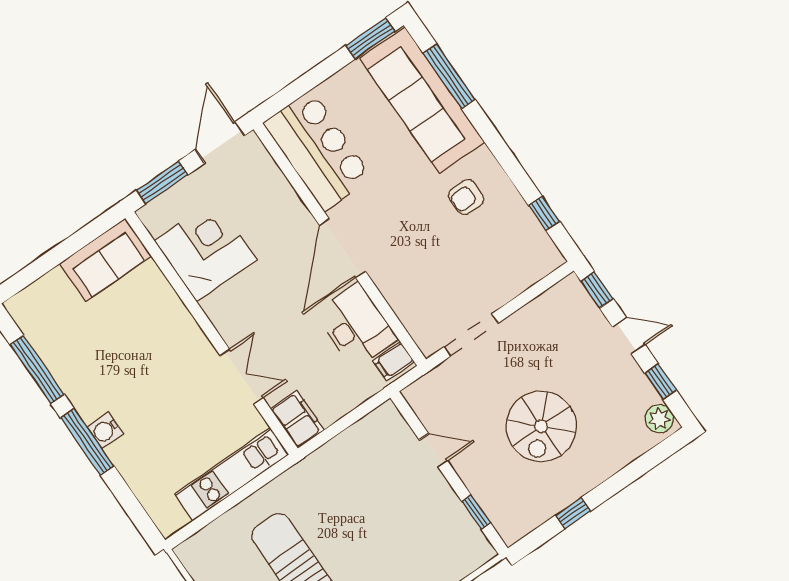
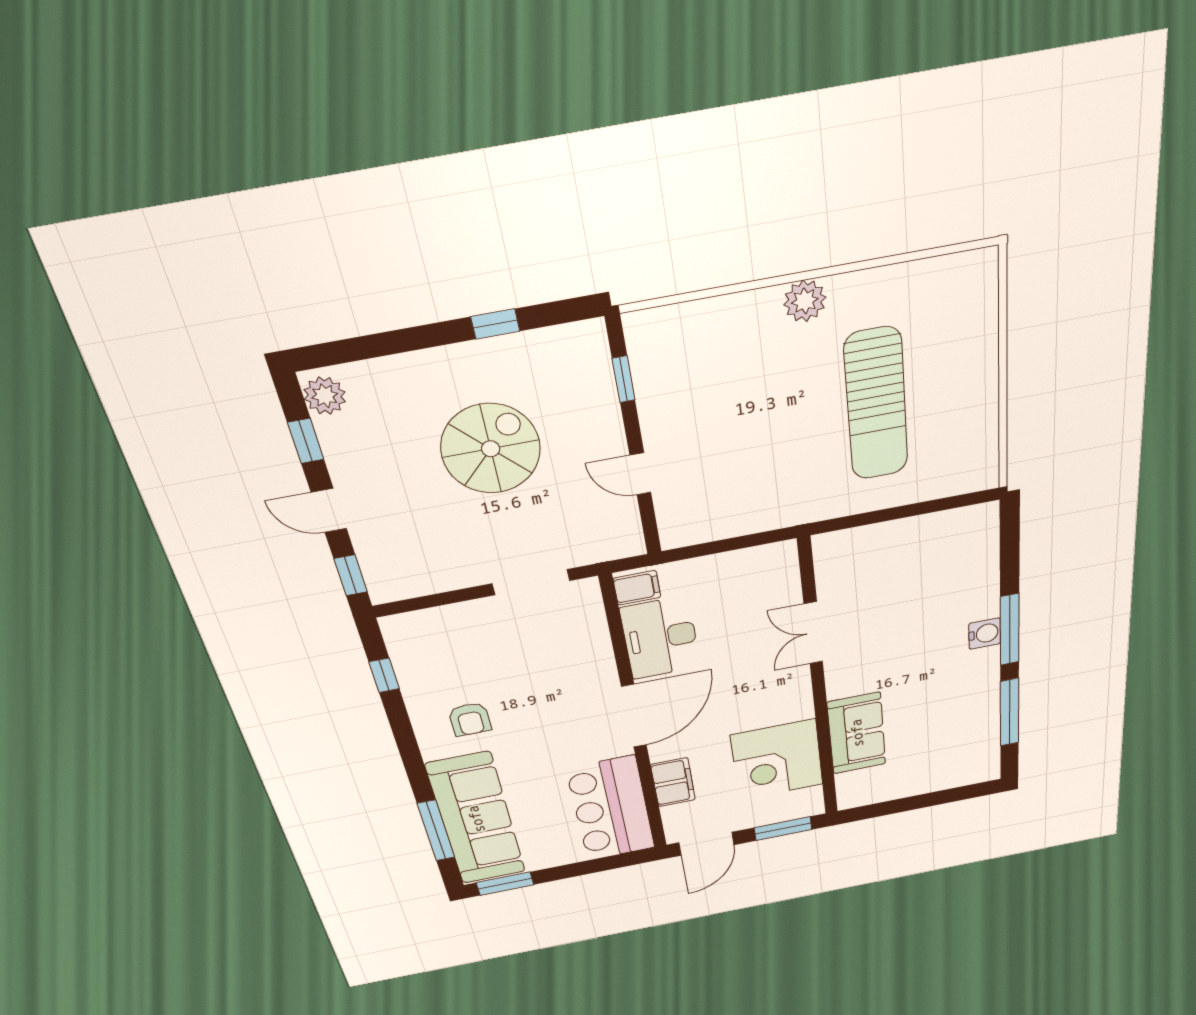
armchair: (466, 197) -> (470, 719), turned 90
sofa: (105, 260) -> (857, 733), moved, turned 90
filing cabinet: (297, 419) -> (673, 782), moved, turned 180
kitchen unit: (232, 474) -> (885, 540), removed

